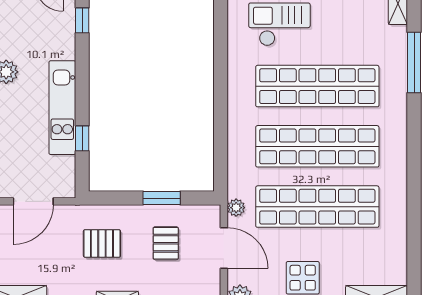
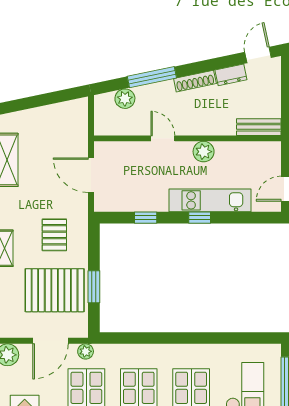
window: (82, 20) -> (200, 218), moved
kitchen unit: (62, 108) -> (210, 200), moved
pallet: (166, 243) -> (55, 290), width x2.05, depth x2.00

